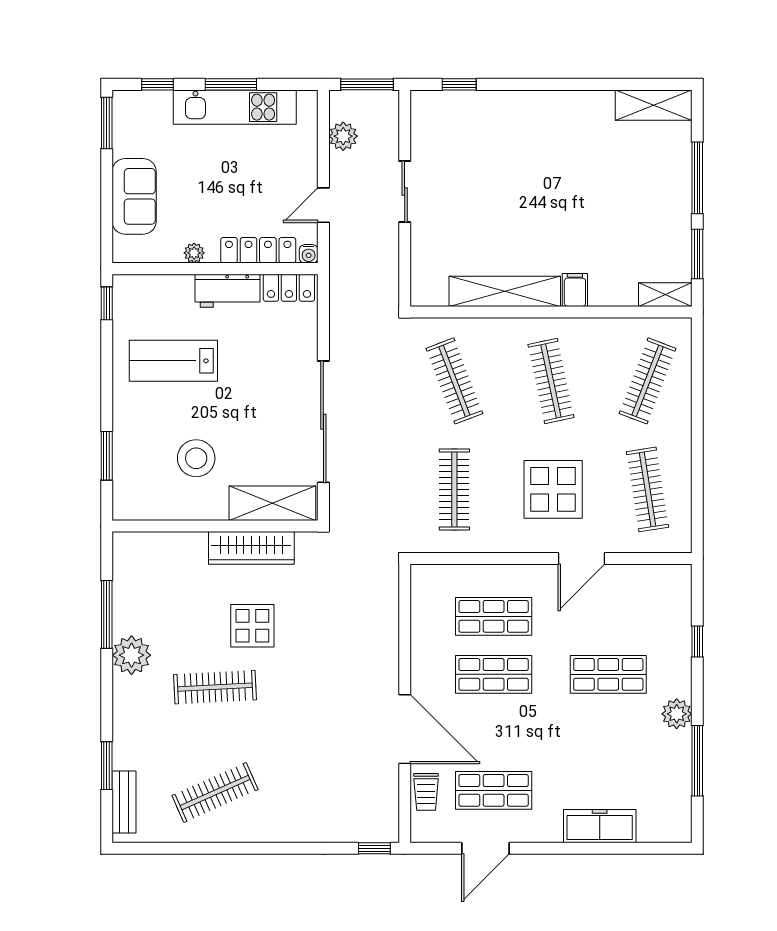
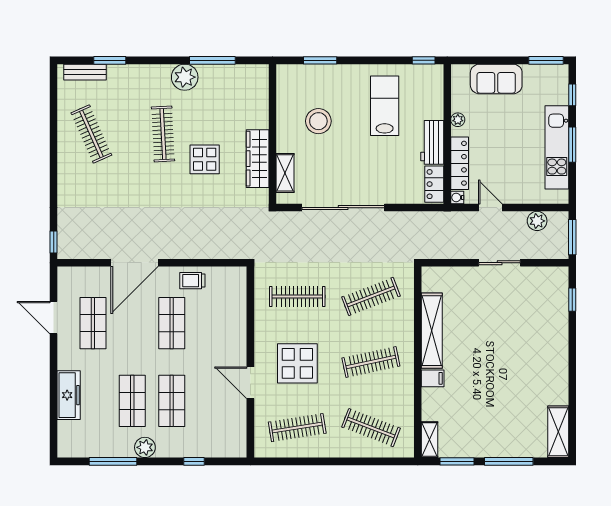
shelving: (272, 503) -> (285, 173), width x0.67, depth x0.75
shop shelf: (494, 616) -> (132, 401), moved
trolley: (426, 792) -> (192, 281), moved

